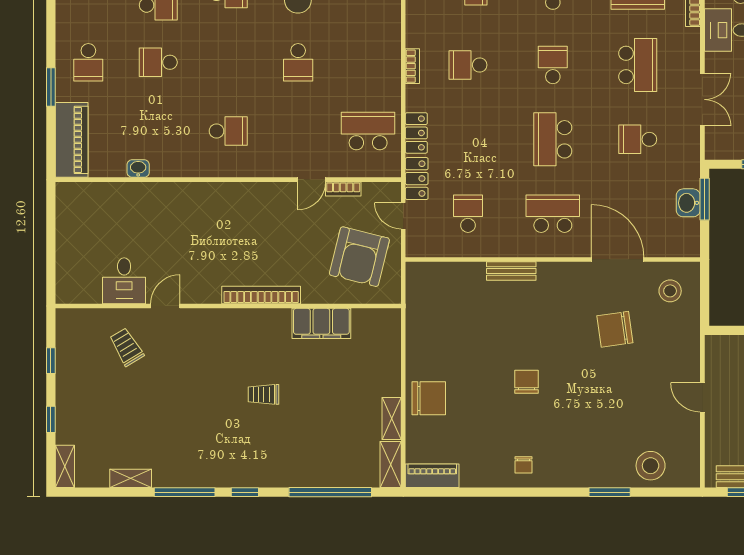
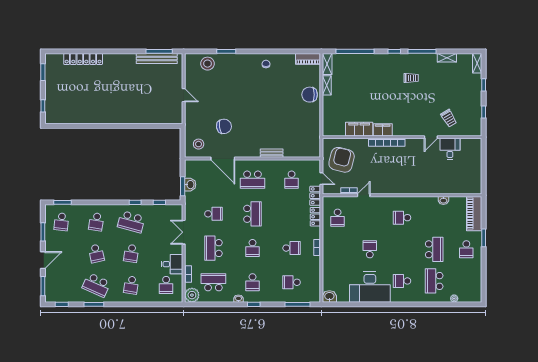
school desk: (88, 62) -> (466, 249), turned 180
school desk: (158, 62) -> (434, 249), width x1.85
school desk: (368, 131) -> (338, 218), width x0.54
filing cabinet: (270, 322) -> (383, 130), added
chair: (527, 382) -> (265, 102), removed
trolley: (263, 394) -> (411, 78), moved

